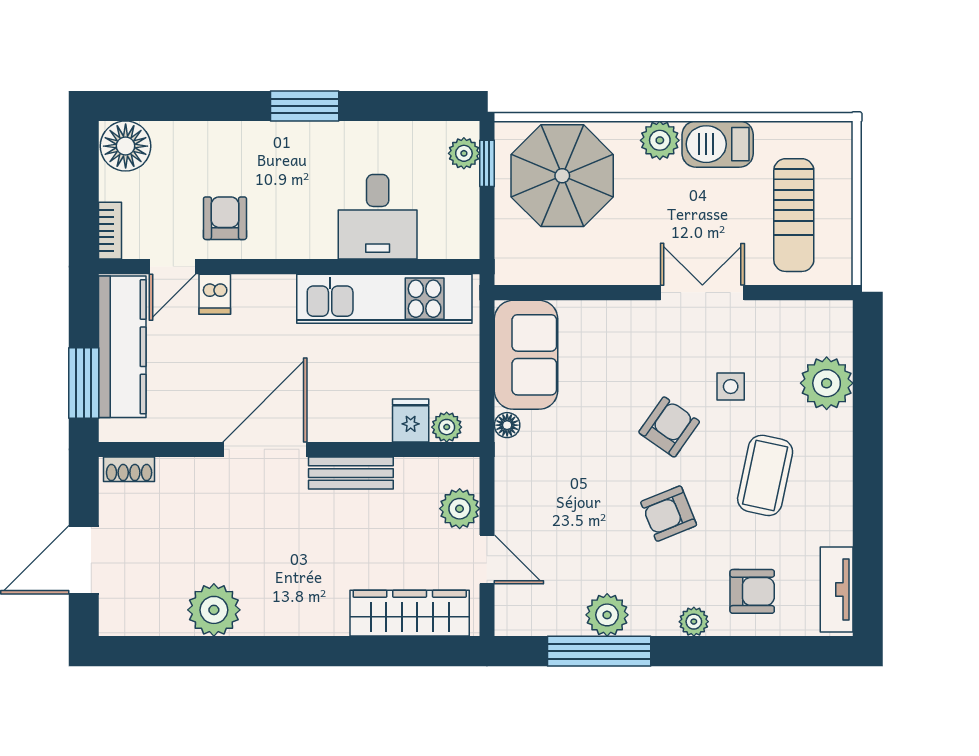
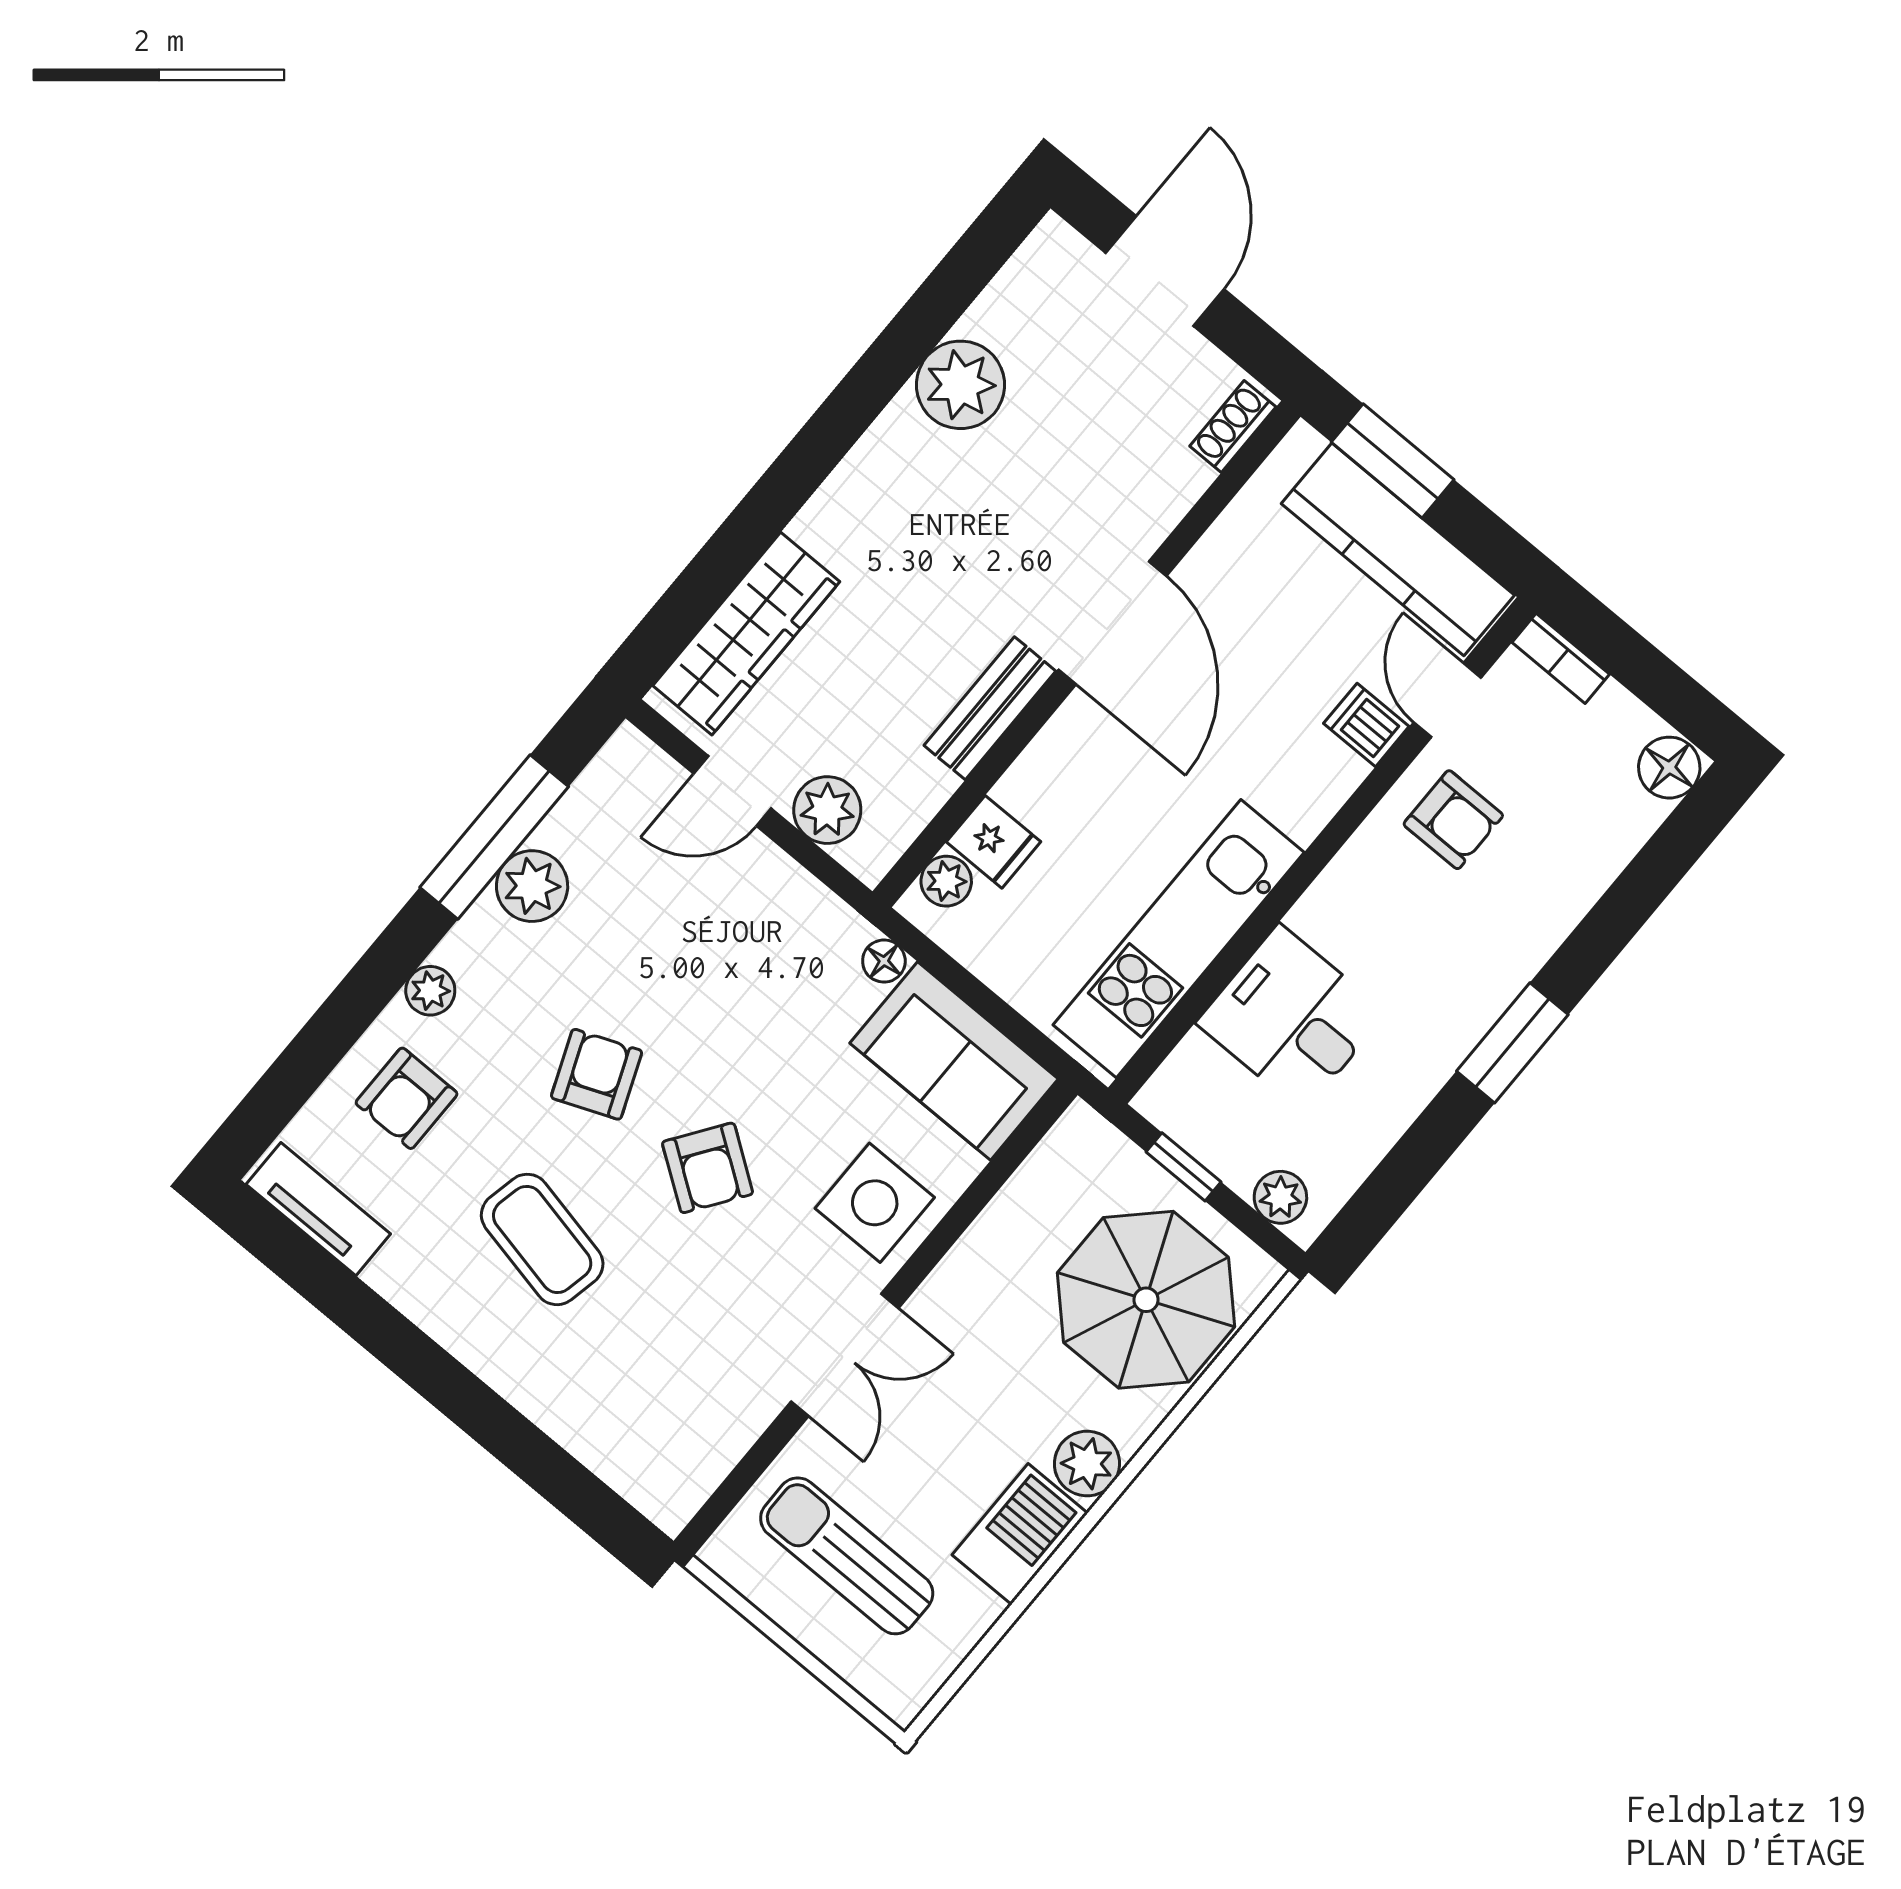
floor lamp: (126, 146) -> (1669, 768), width x0.73, depth x0.73
window: (487, 163) -> (1184, 1167), moved
plant: (827, 383) -> (595, 1418), removed
side table: (731, 387) -> (875, 1203), moved, width x1.87, depth x1.87

